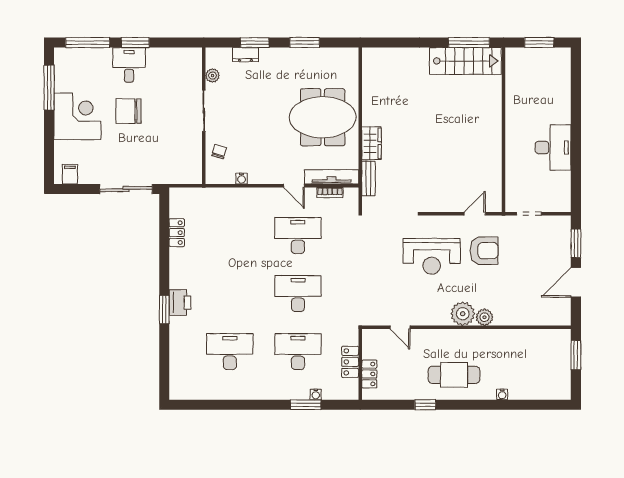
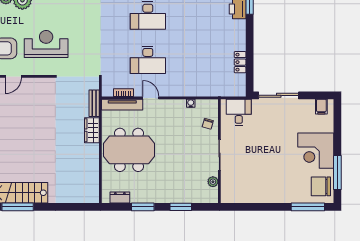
window: (135, 43) -> (272, 207), removed
dresser: (245, 55) -> (120, 197), moved
desk: (129, 65) -> (239, 112), moved, turned 180
chair: (128, 111) -> (321, 186), moved, turned 180

